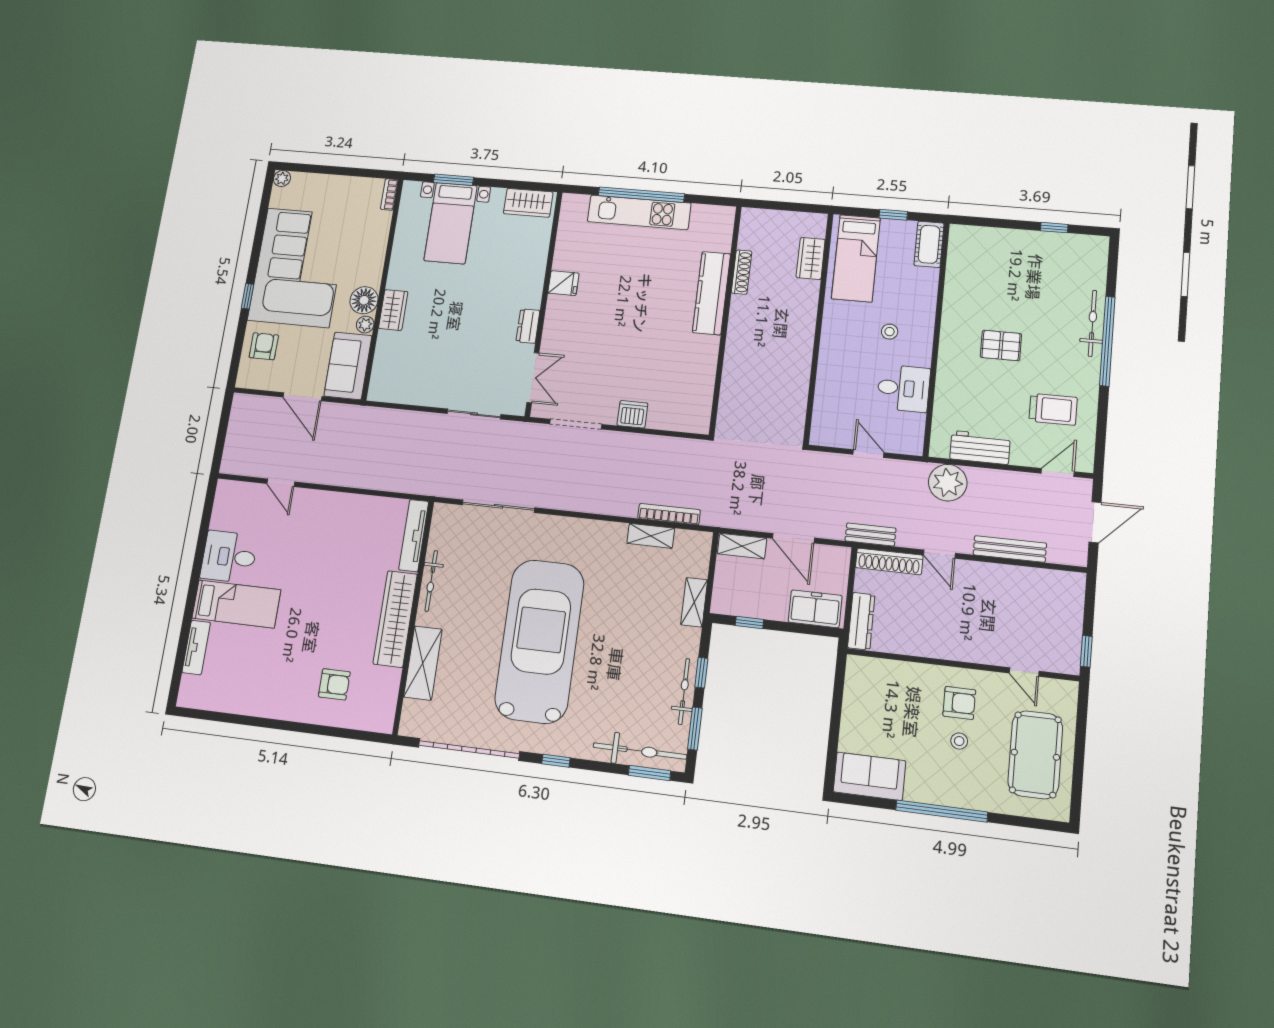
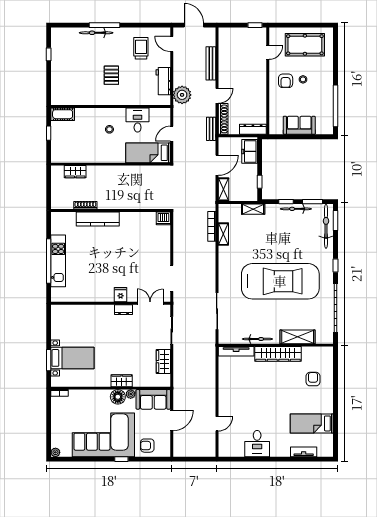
wardrobe: (528, 203) -> (163, 362), moved, turned 180
bed: (856, 258) -> (148, 153), moved, turned 180
fridge: (563, 283) -> (121, 295), moved
window: (1107, 341) -> (104, 25), width x0.68
dishwasher: (632, 414) -> (163, 218), moved, turned -90
bed: (236, 604) -> (312, 423), moved, turned -90
car: (540, 641) -> (280, 281), turned 180
armchair: (959, 703) -> (286, 81), turned 180
sofa: (870, 776) -> (299, 125), moved, turned 90
window: (942, 811) -> (336, 106), moved

